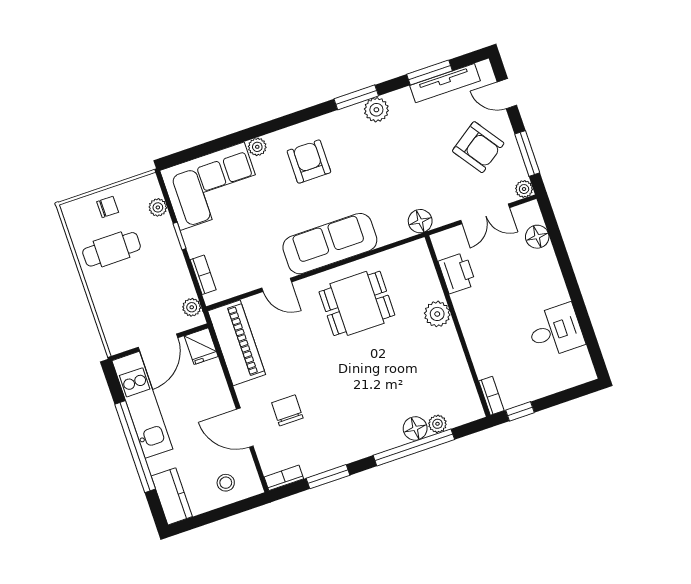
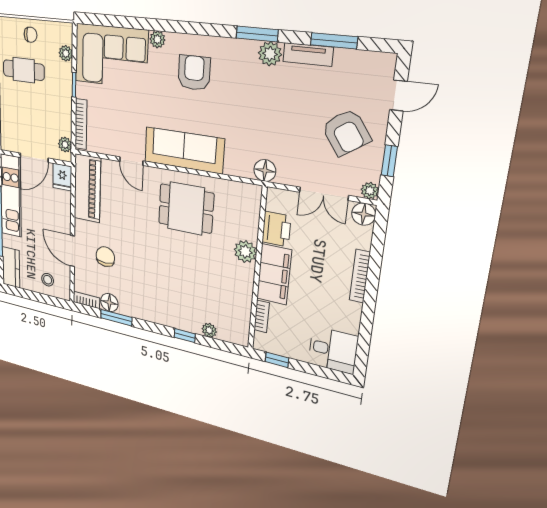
tv unit: (445, 83) -> (308, 54), moved, width x0.71
door: (507, 94) -> (398, 96), swing flipped
window: (527, 153) -> (389, 161), width x0.67
floor lamp: (537, 237) -> (364, 214), moved
bookcase: (203, 275) -> (81, 124), width x1.56
bookcase: (555, 275) -> (360, 276), added
filing cabinet: (476, 321) -> (274, 274), added
desk: (555, 331) -> (333, 350), moved
bookcase: (491, 396) -> (262, 316), moved
floor lamp: (415, 428) -> (109, 303), moved
window: (414, 447) -> (185, 336), width x0.32

